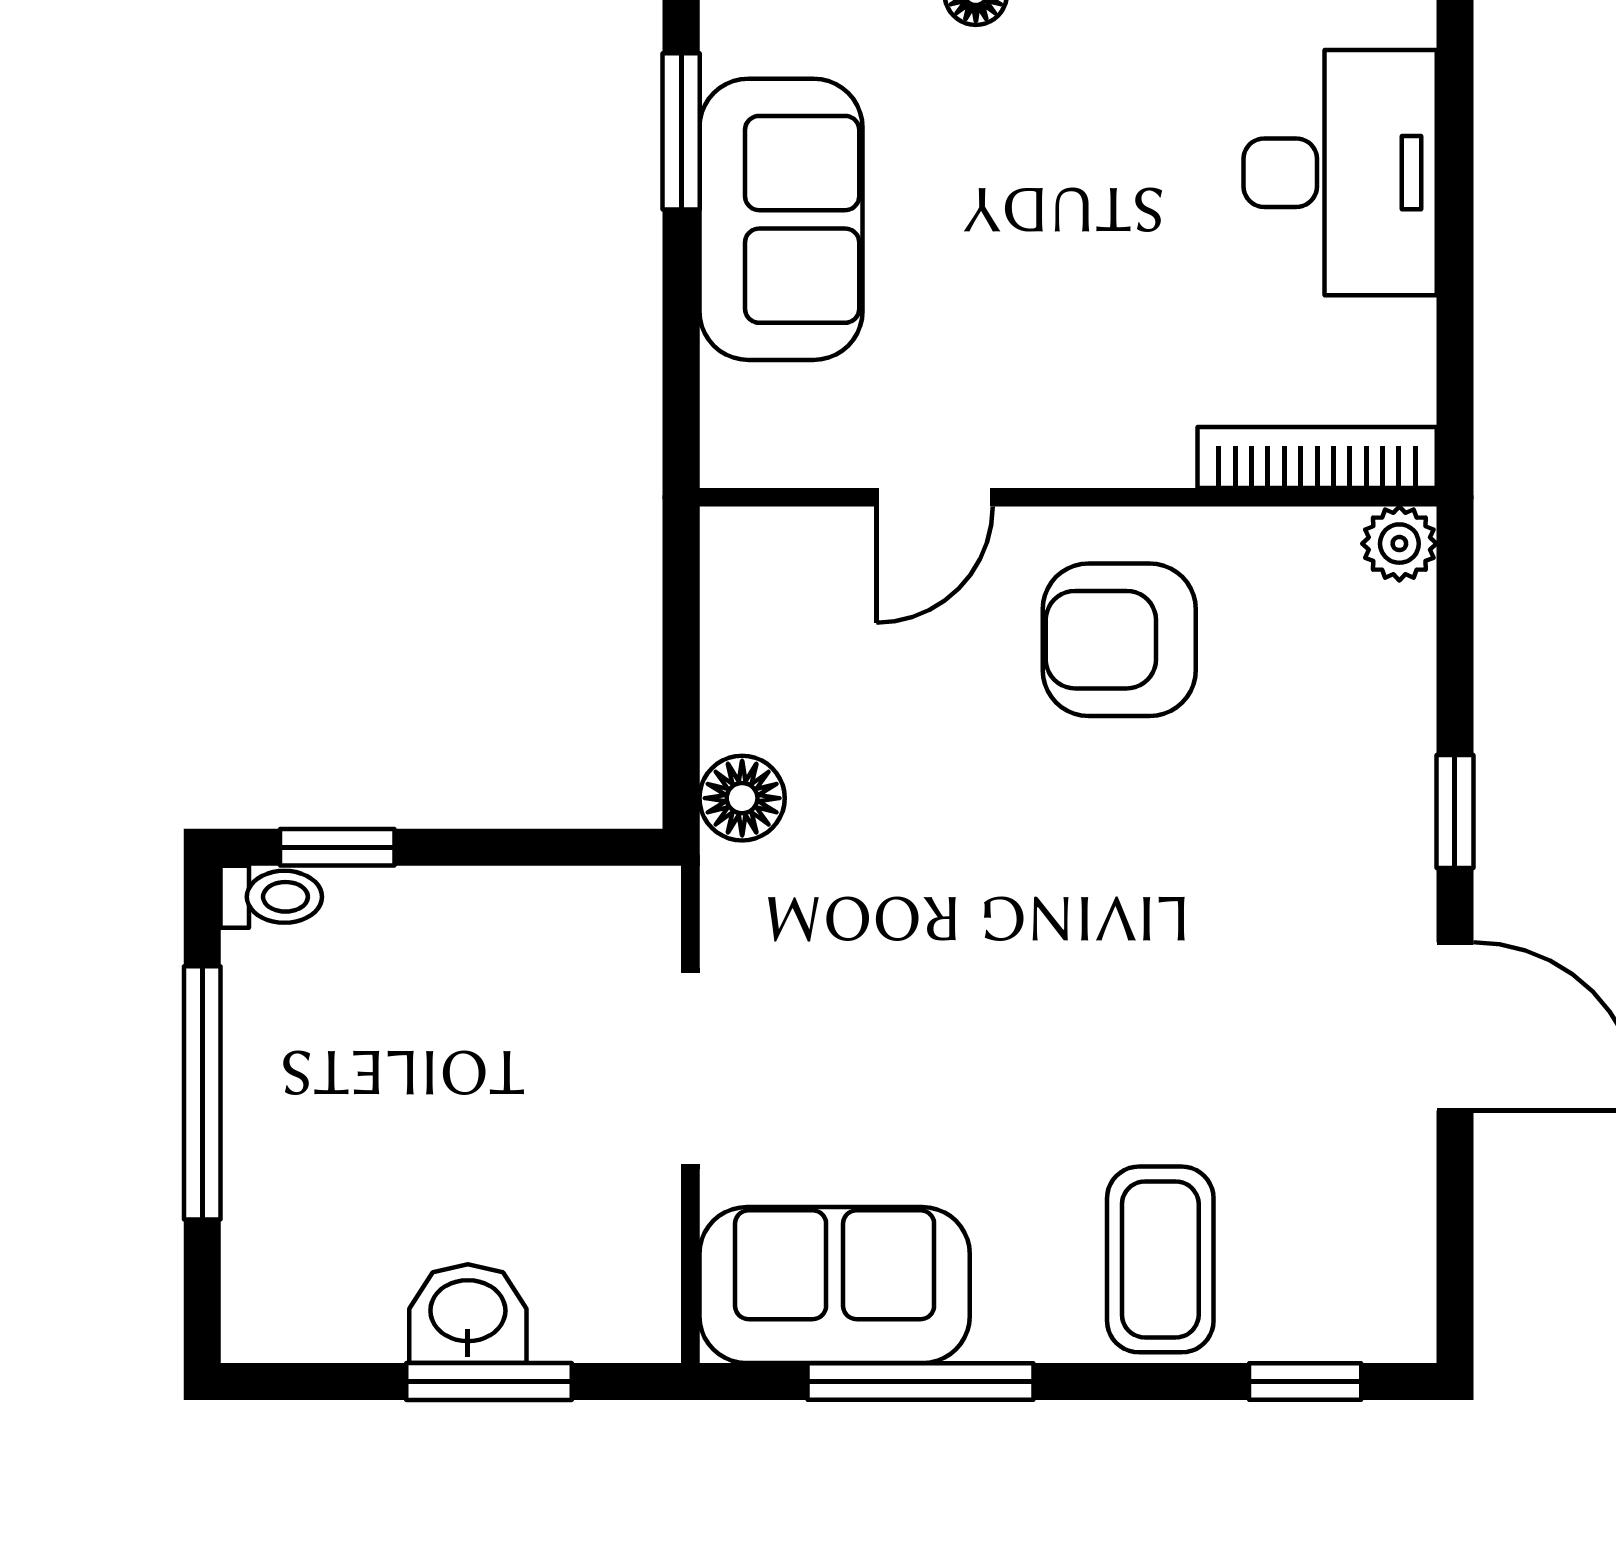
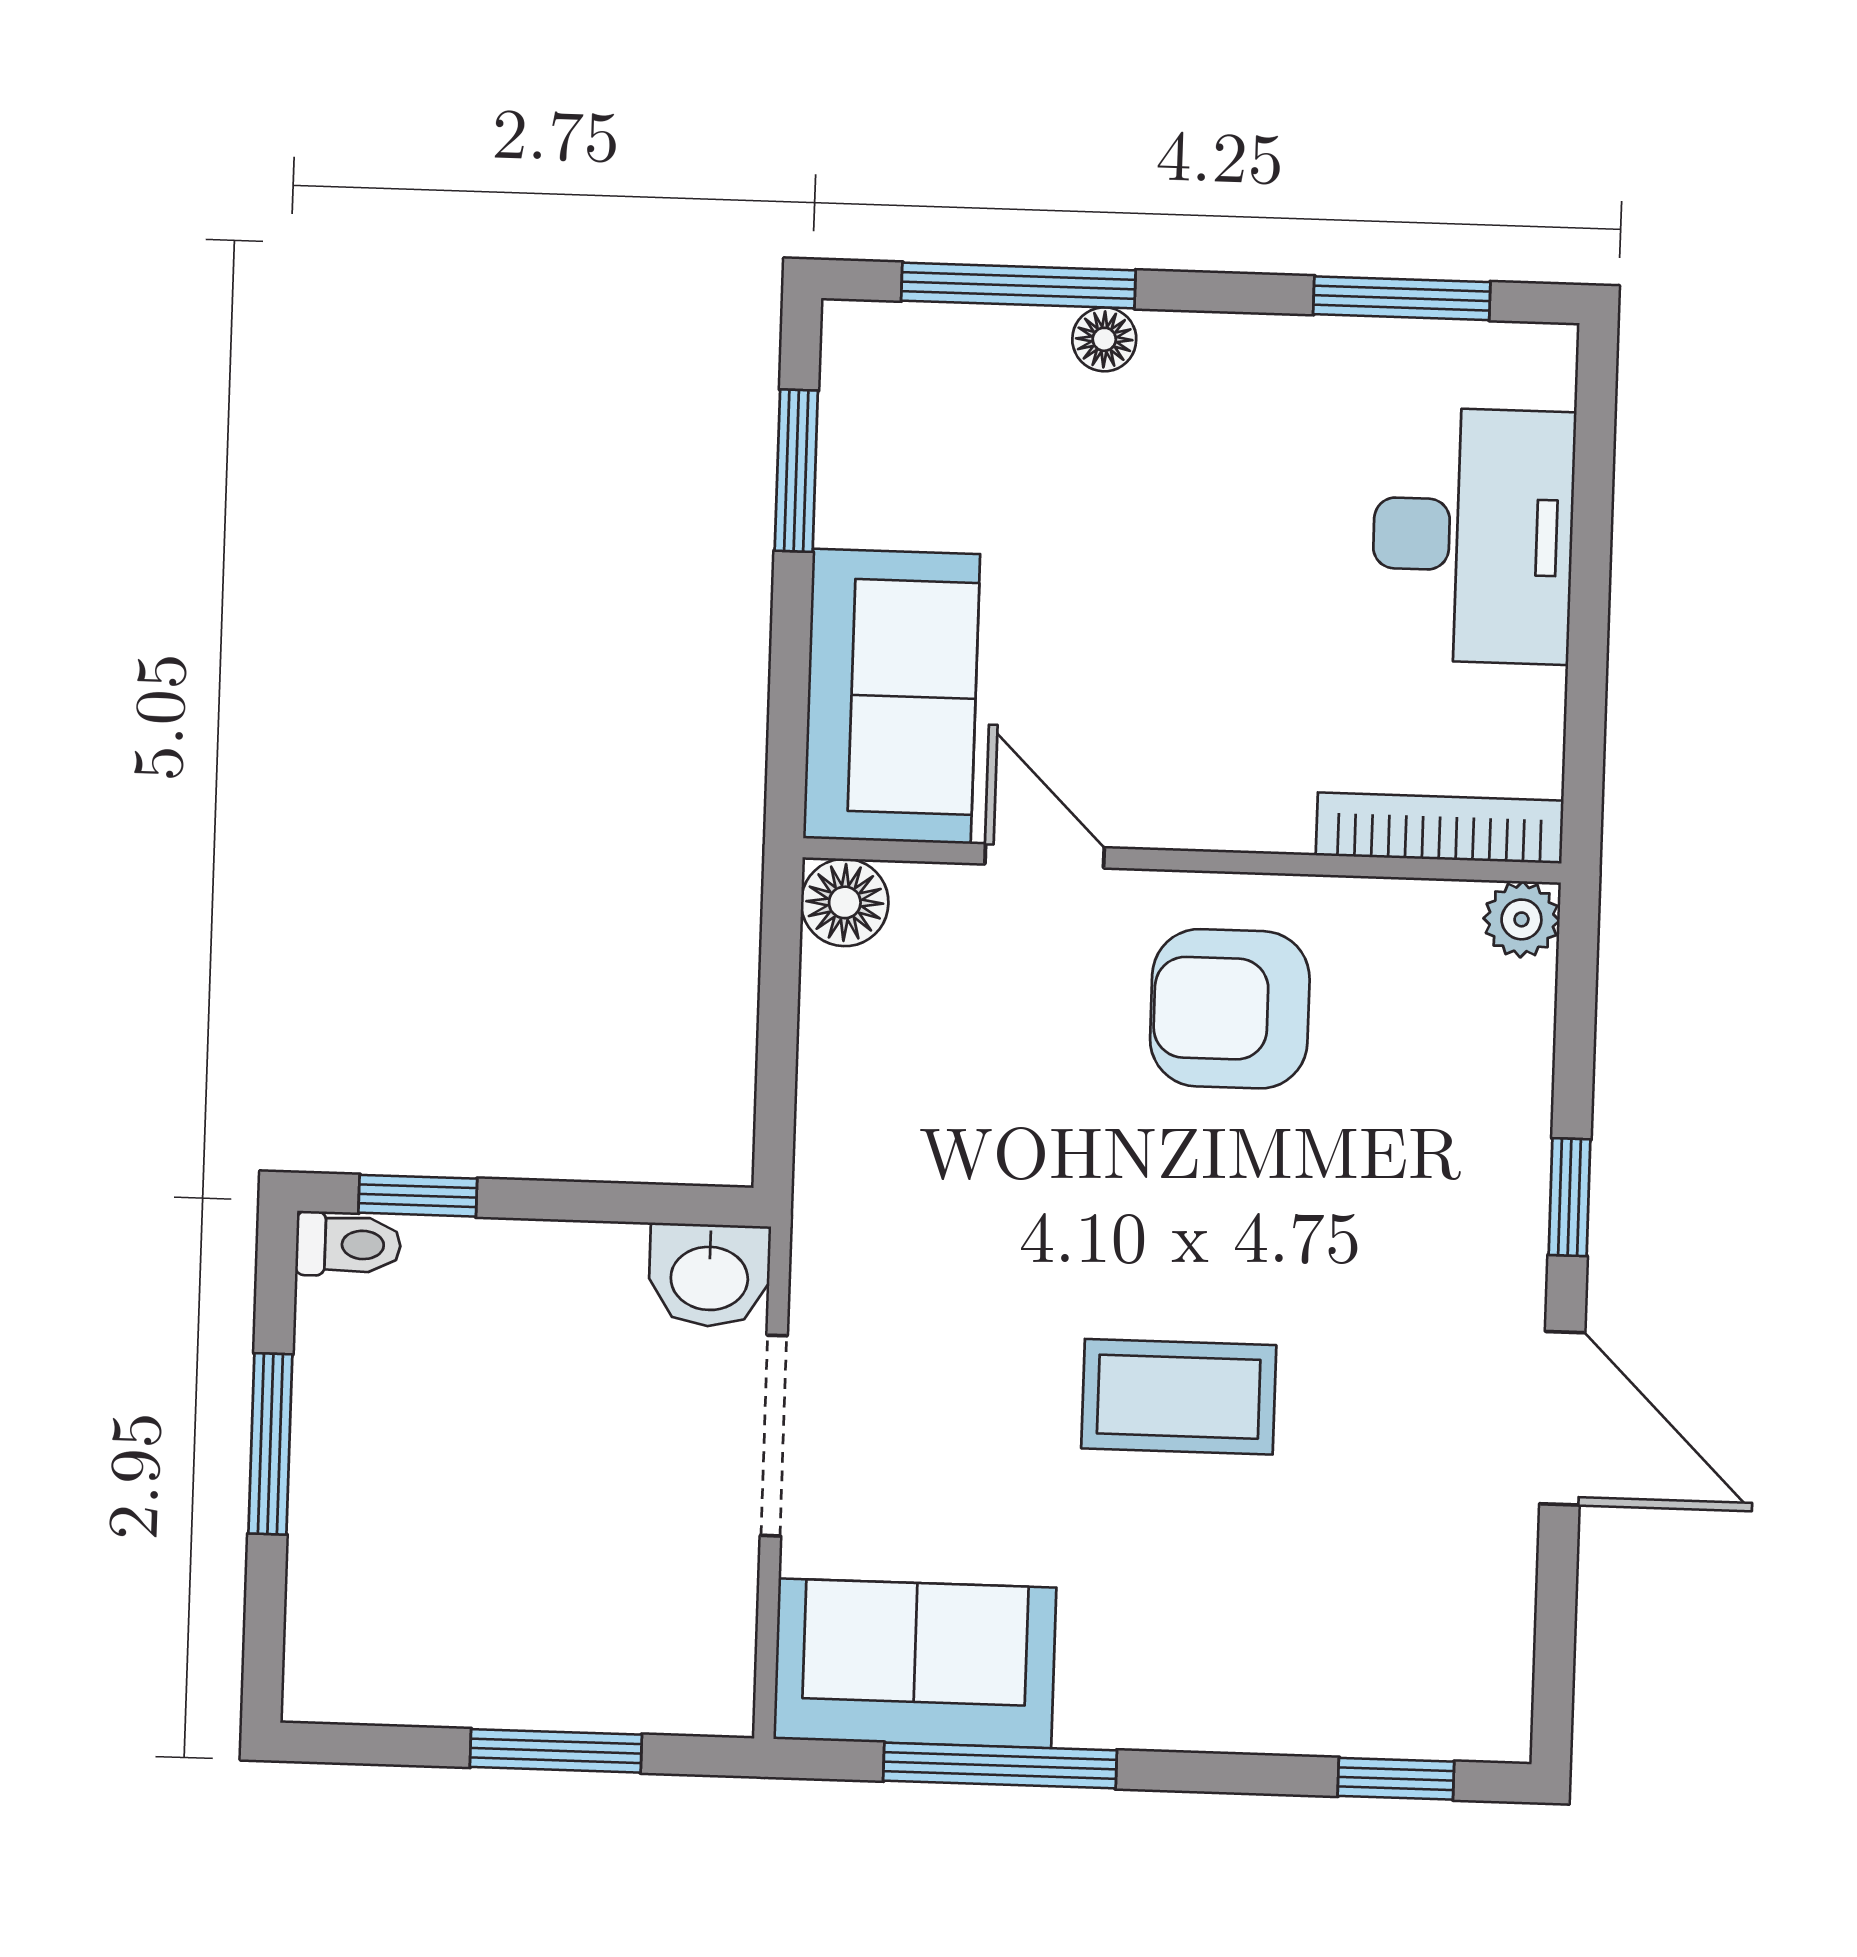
sofa: (781, 219) -> (892, 696), moved
door: (935, 497) -> (1045, 856), swing flipped
floor lamp: (742, 798) -> (845, 902), moved
window: (202, 1093) -> (270, 1444), width x0.69
coffee table: (1160, 1259) -> (1179, 1397), moved, turned 90
washbasin: (468, 1314) -> (709, 1275), moved, turned 180

